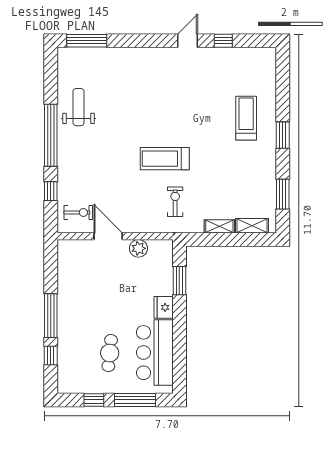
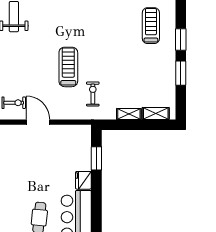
treadmill: (165, 159) -> (68, 67), moved, turned 90
window: (283, 194) -> (181, 73), moved
plant: (138, 248) -> (63, 132), removed

